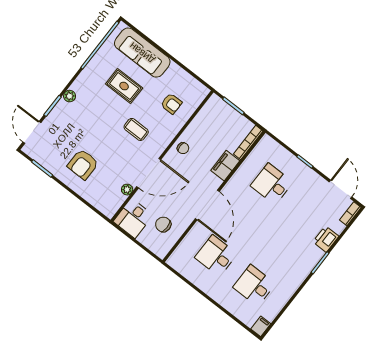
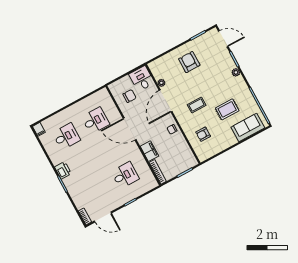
sofa: (142, 53) -> (248, 127), width x0.73
printer: (326, 239) -> (63, 170), moved

